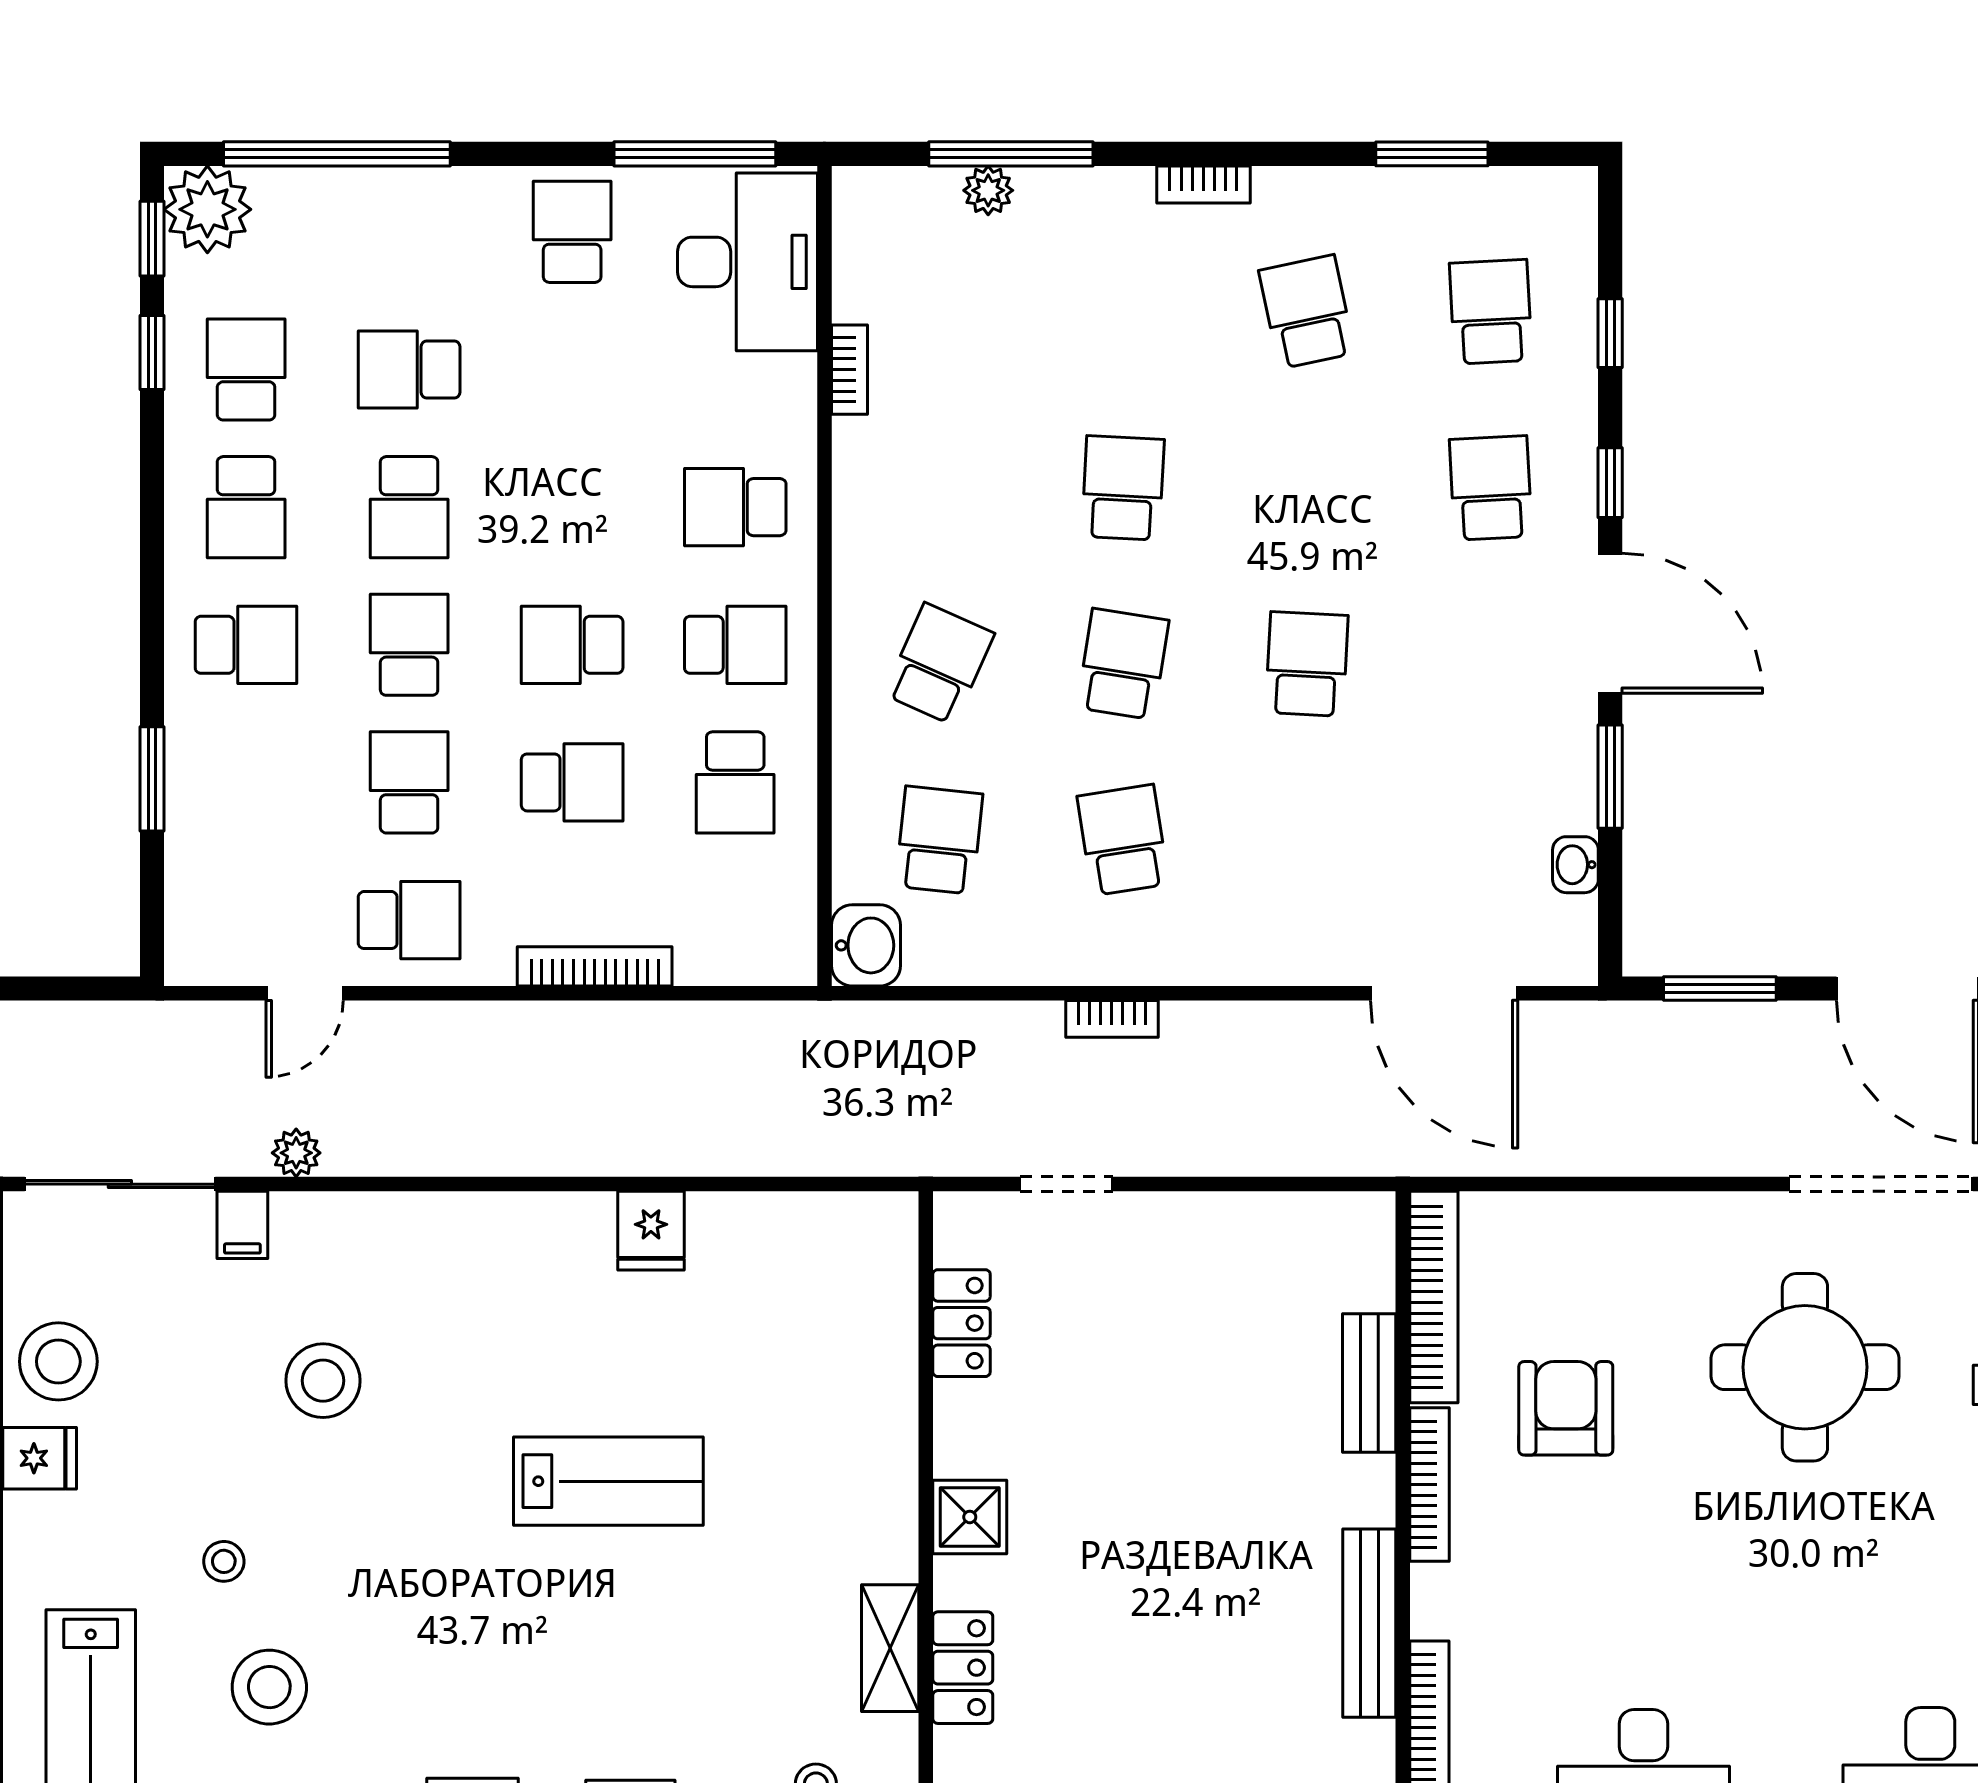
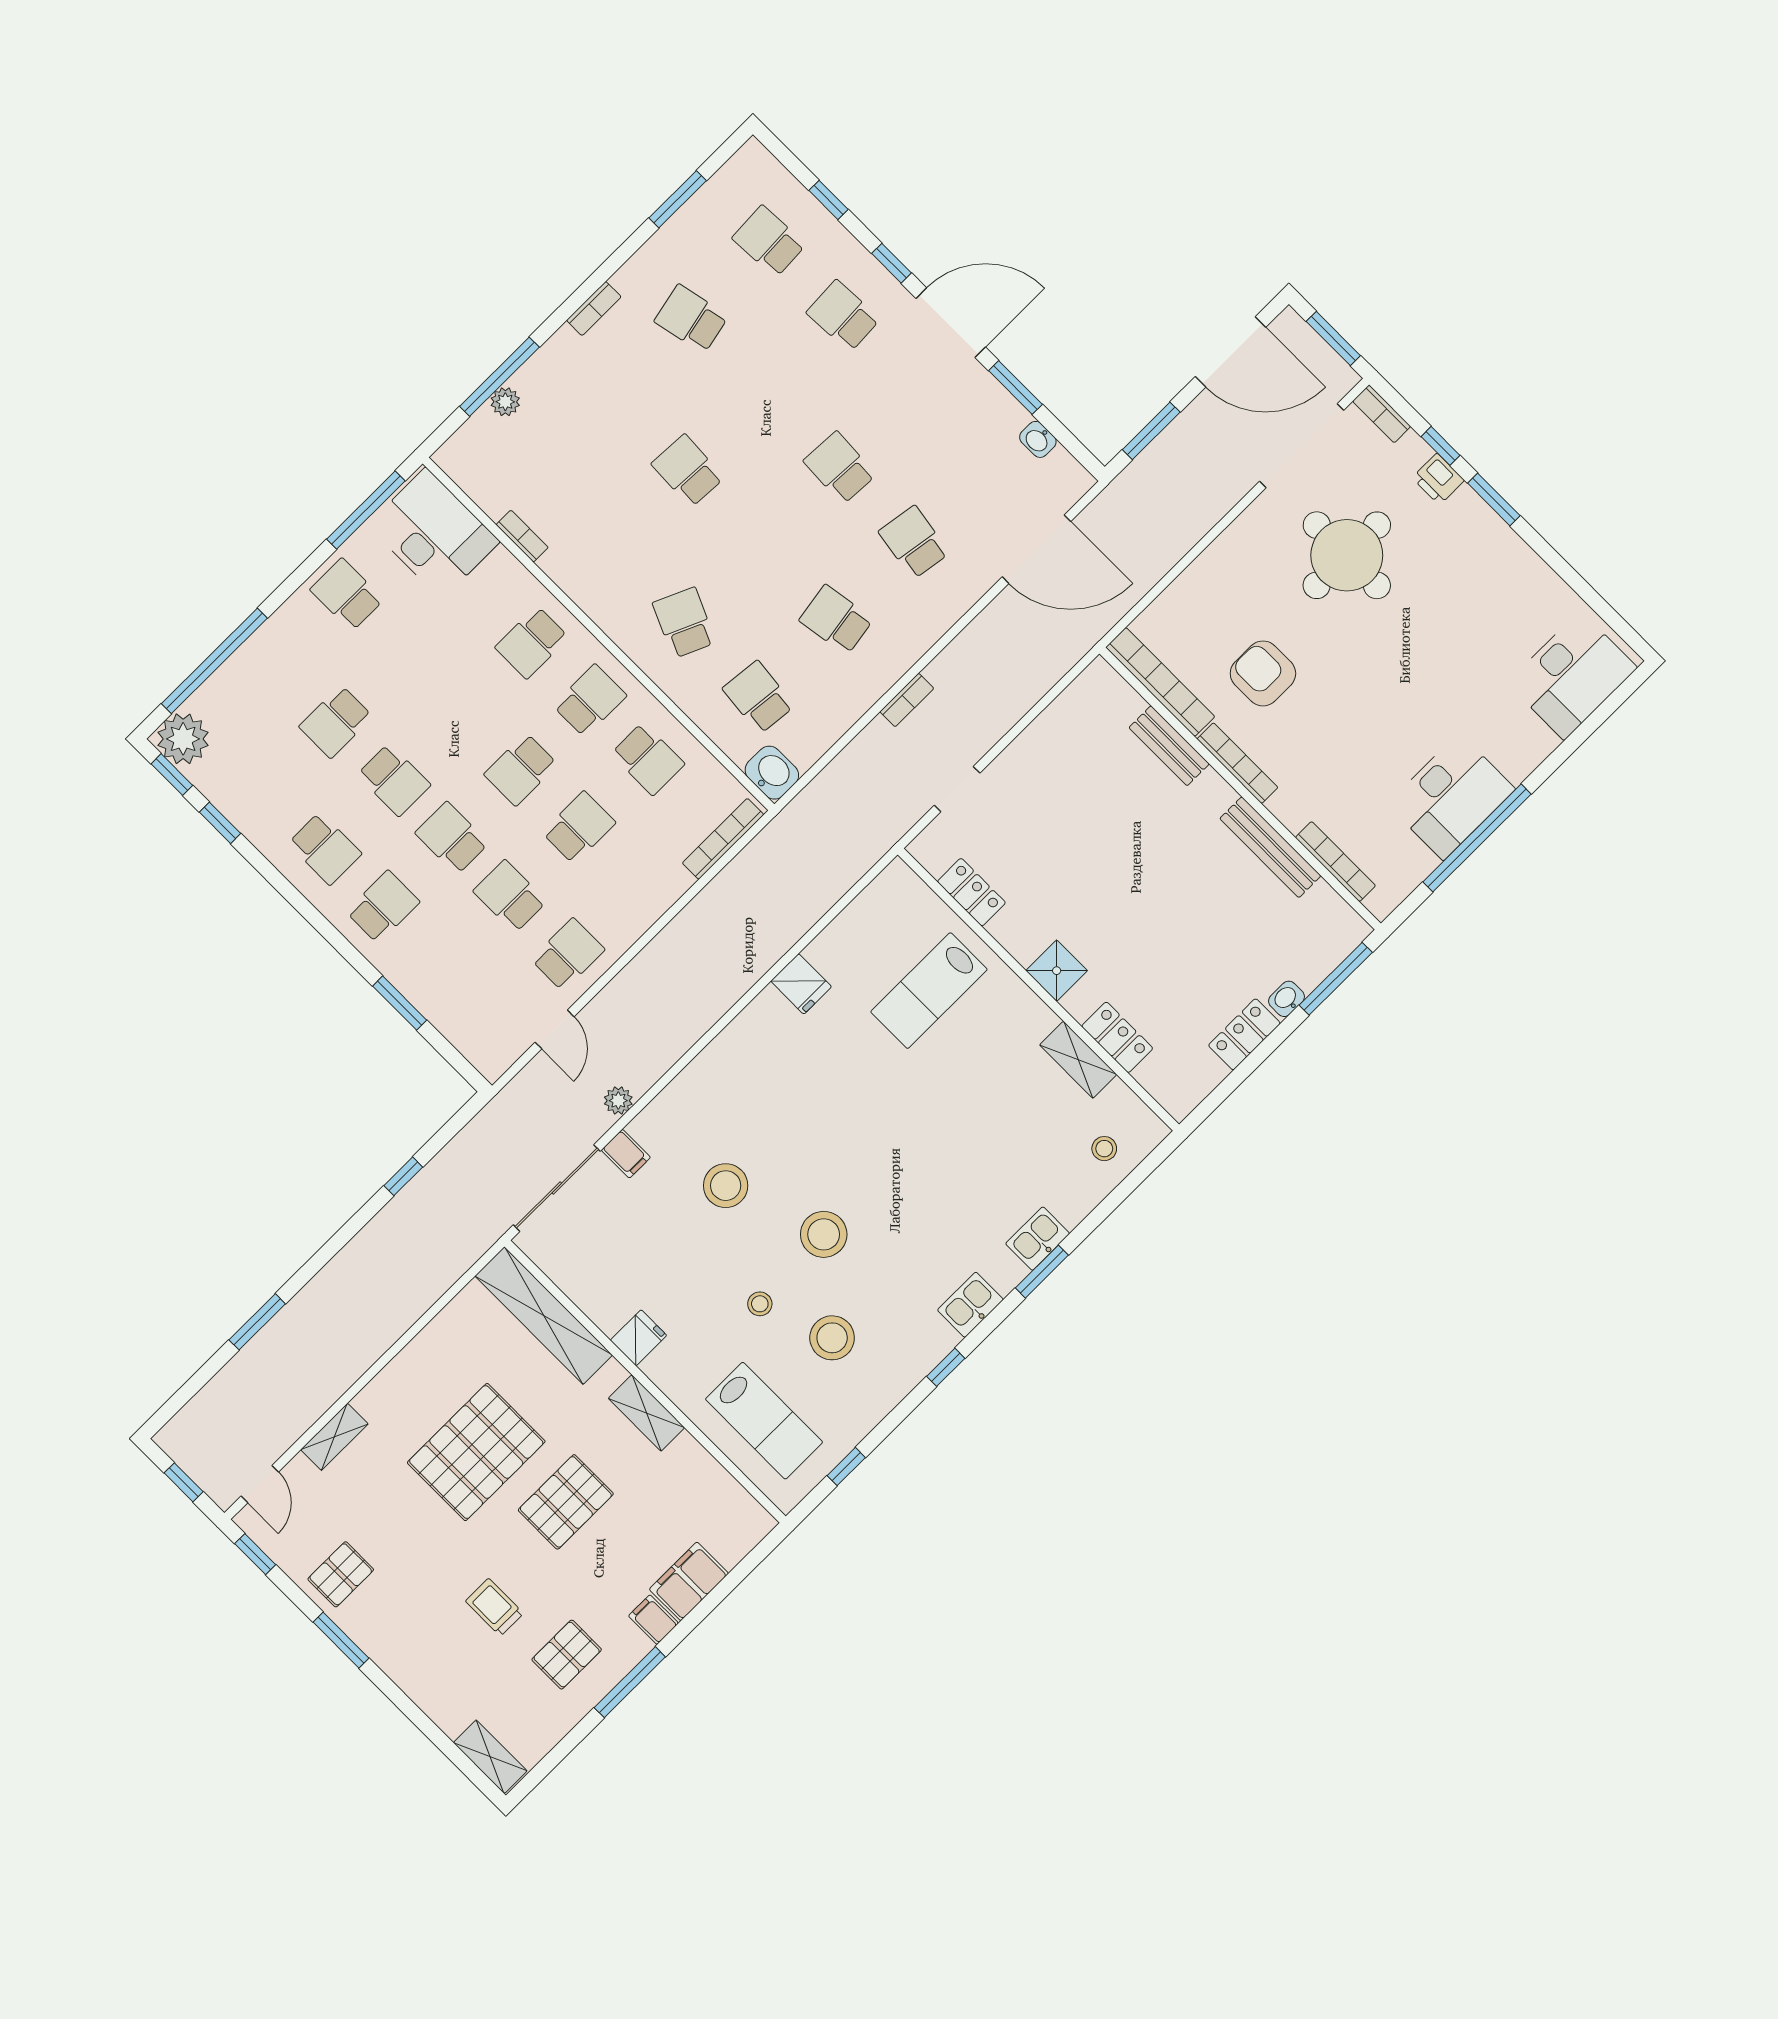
school desk: (246, 370) -> (267, 790), removed
school desk: (1123, 664) -> (914, 542), moved
bookcase: (595, 966) -> (723, 839), moved
stool: (58, 1361) -> (824, 1234), moved
lab bench: (608, 1481) -> (929, 991), moved, turned 180

